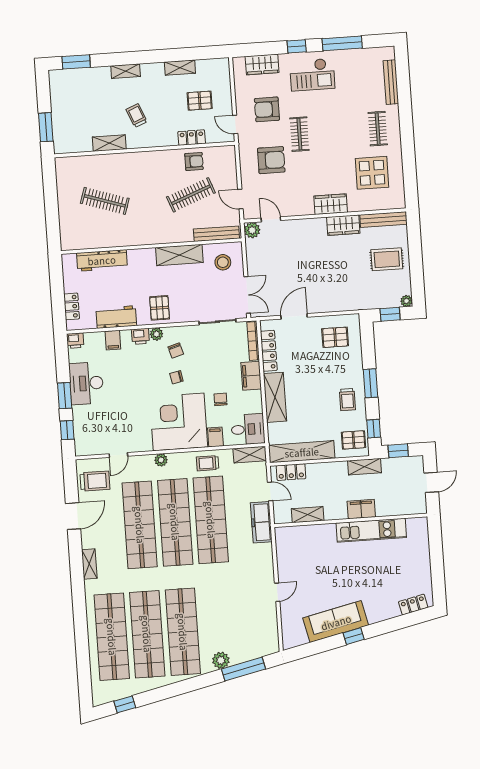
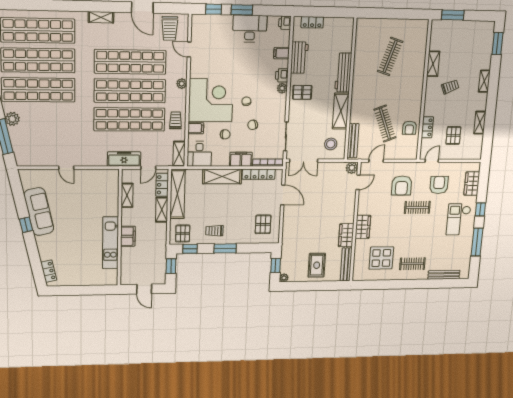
workbench: (102, 260) -> (343, 73), moved
chair: (176, 350) -> (253, 125), moved
shelving: (364, 467) -> (162, 210), moved

